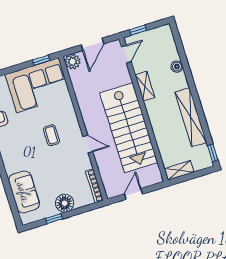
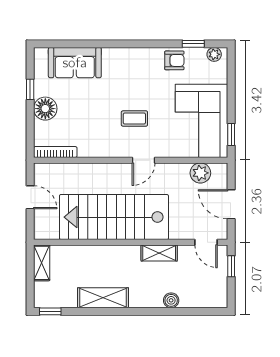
plant: (73, 62) -> (200, 173), moved
shelving: (191, 117) -> (103, 298), width x0.68
door: (88, 144) -> (144, 160), moved

